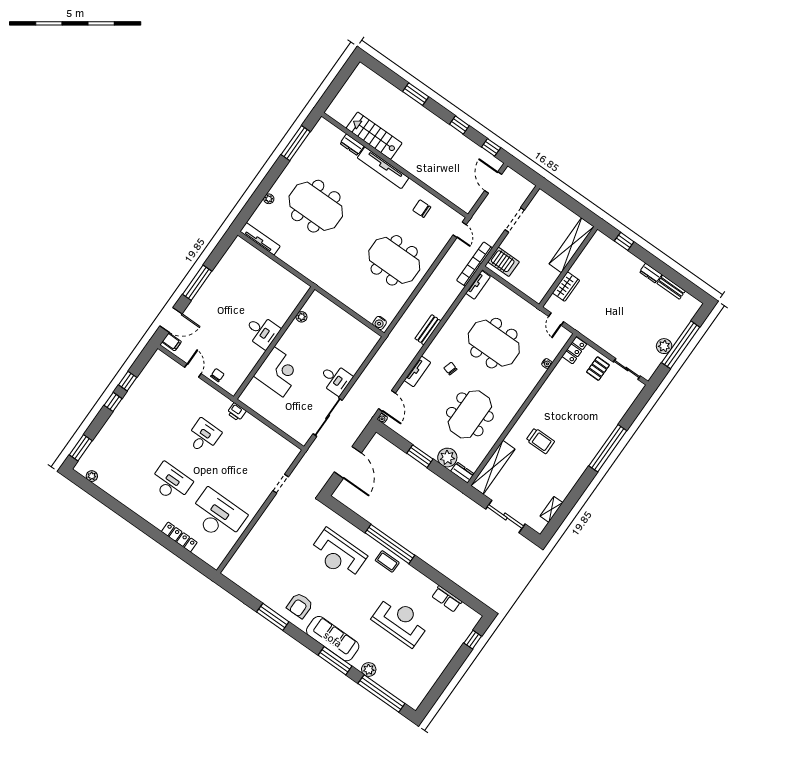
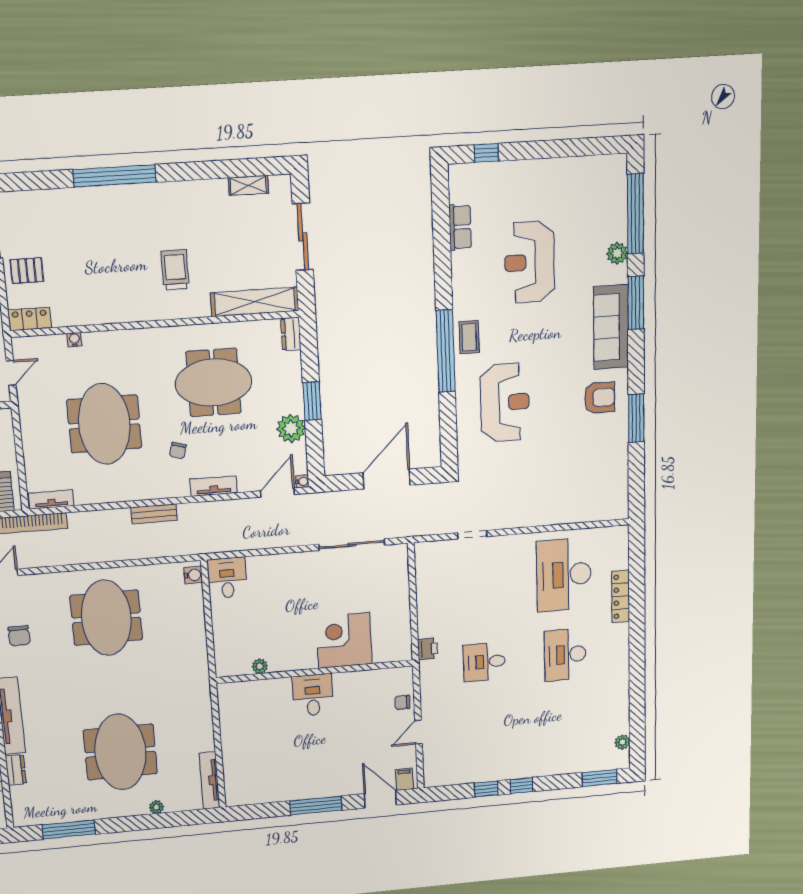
desk: (335, 379) -> (227, 578), moved
plant: (447, 458) -> (291, 428), moved

